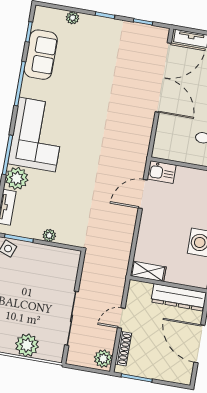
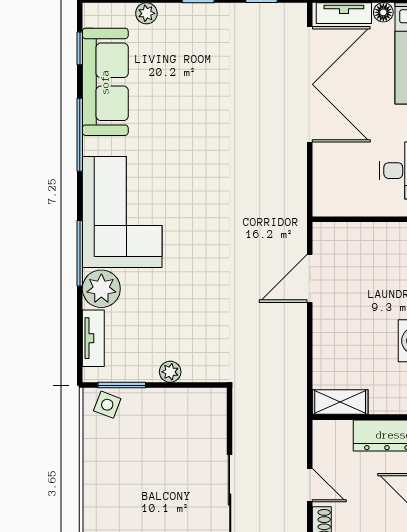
sofa: (41, 55) -> (105, 82), width x1.36
kitchen sink: (162, 172) -> (334, 238), removed
door: (121, 318) -> (310, 485), swing flipped

